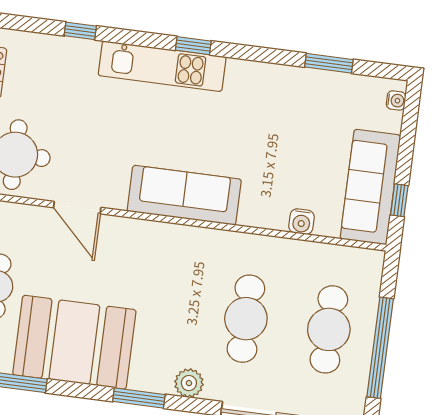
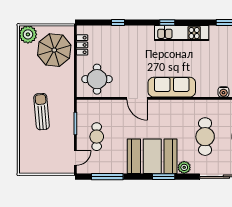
kitchen unit: (162, 66) -> (182, 33), moved
door: (77, 208) -> (137, 98), moved
booth: (74, 342) -> (152, 156), moved

